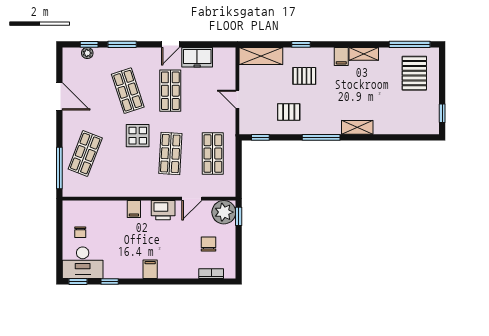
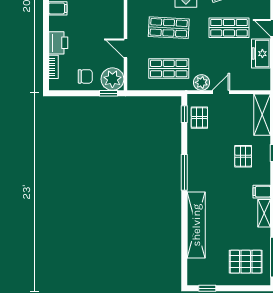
pallet: (289, 112) -> (199, 118), moved
plant: (227, 119) -> (202, 82), added
shelving: (357, 127) -> (196, 225), width x2.20, depth x1.33
printer: (163, 210) -> (58, 43), moved, turned 180
chair: (208, 244) -> (85, 76), moved

